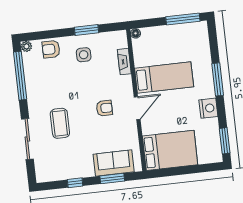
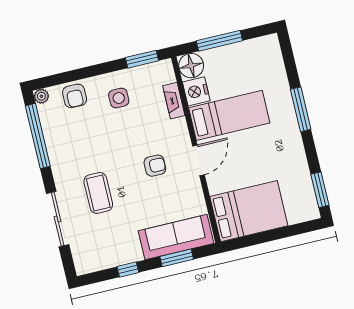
window: (183, 19) -> (219, 41), moved
window: (87, 30) -> (142, 59), moved
floor lamp: (136, 33) -> (191, 66), width x1.89, depth x1.89
armchair: (51, 49) -> (75, 96), turned -90
nightstand: (208, 108) -> (196, 91), moved, turned 180
sofa: (114, 163) -> (176, 237), width x1.36

